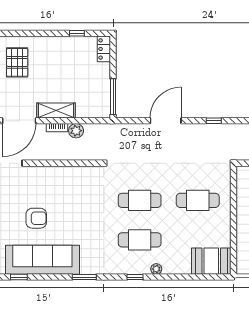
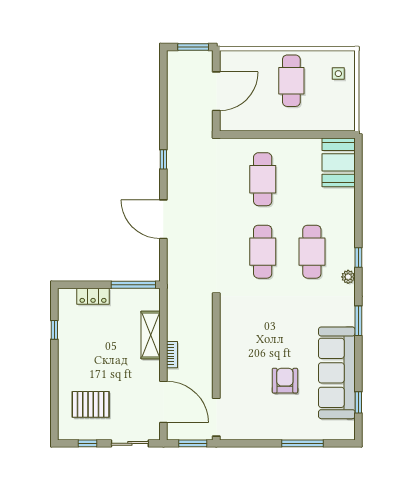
locker: (104, 49) -> (93, 296), moved
shelving: (56, 110) -> (151, 335), moved
plant: (76, 131) -> (176, 331), removed
plant: (156, 269) -> (348, 277), moved

